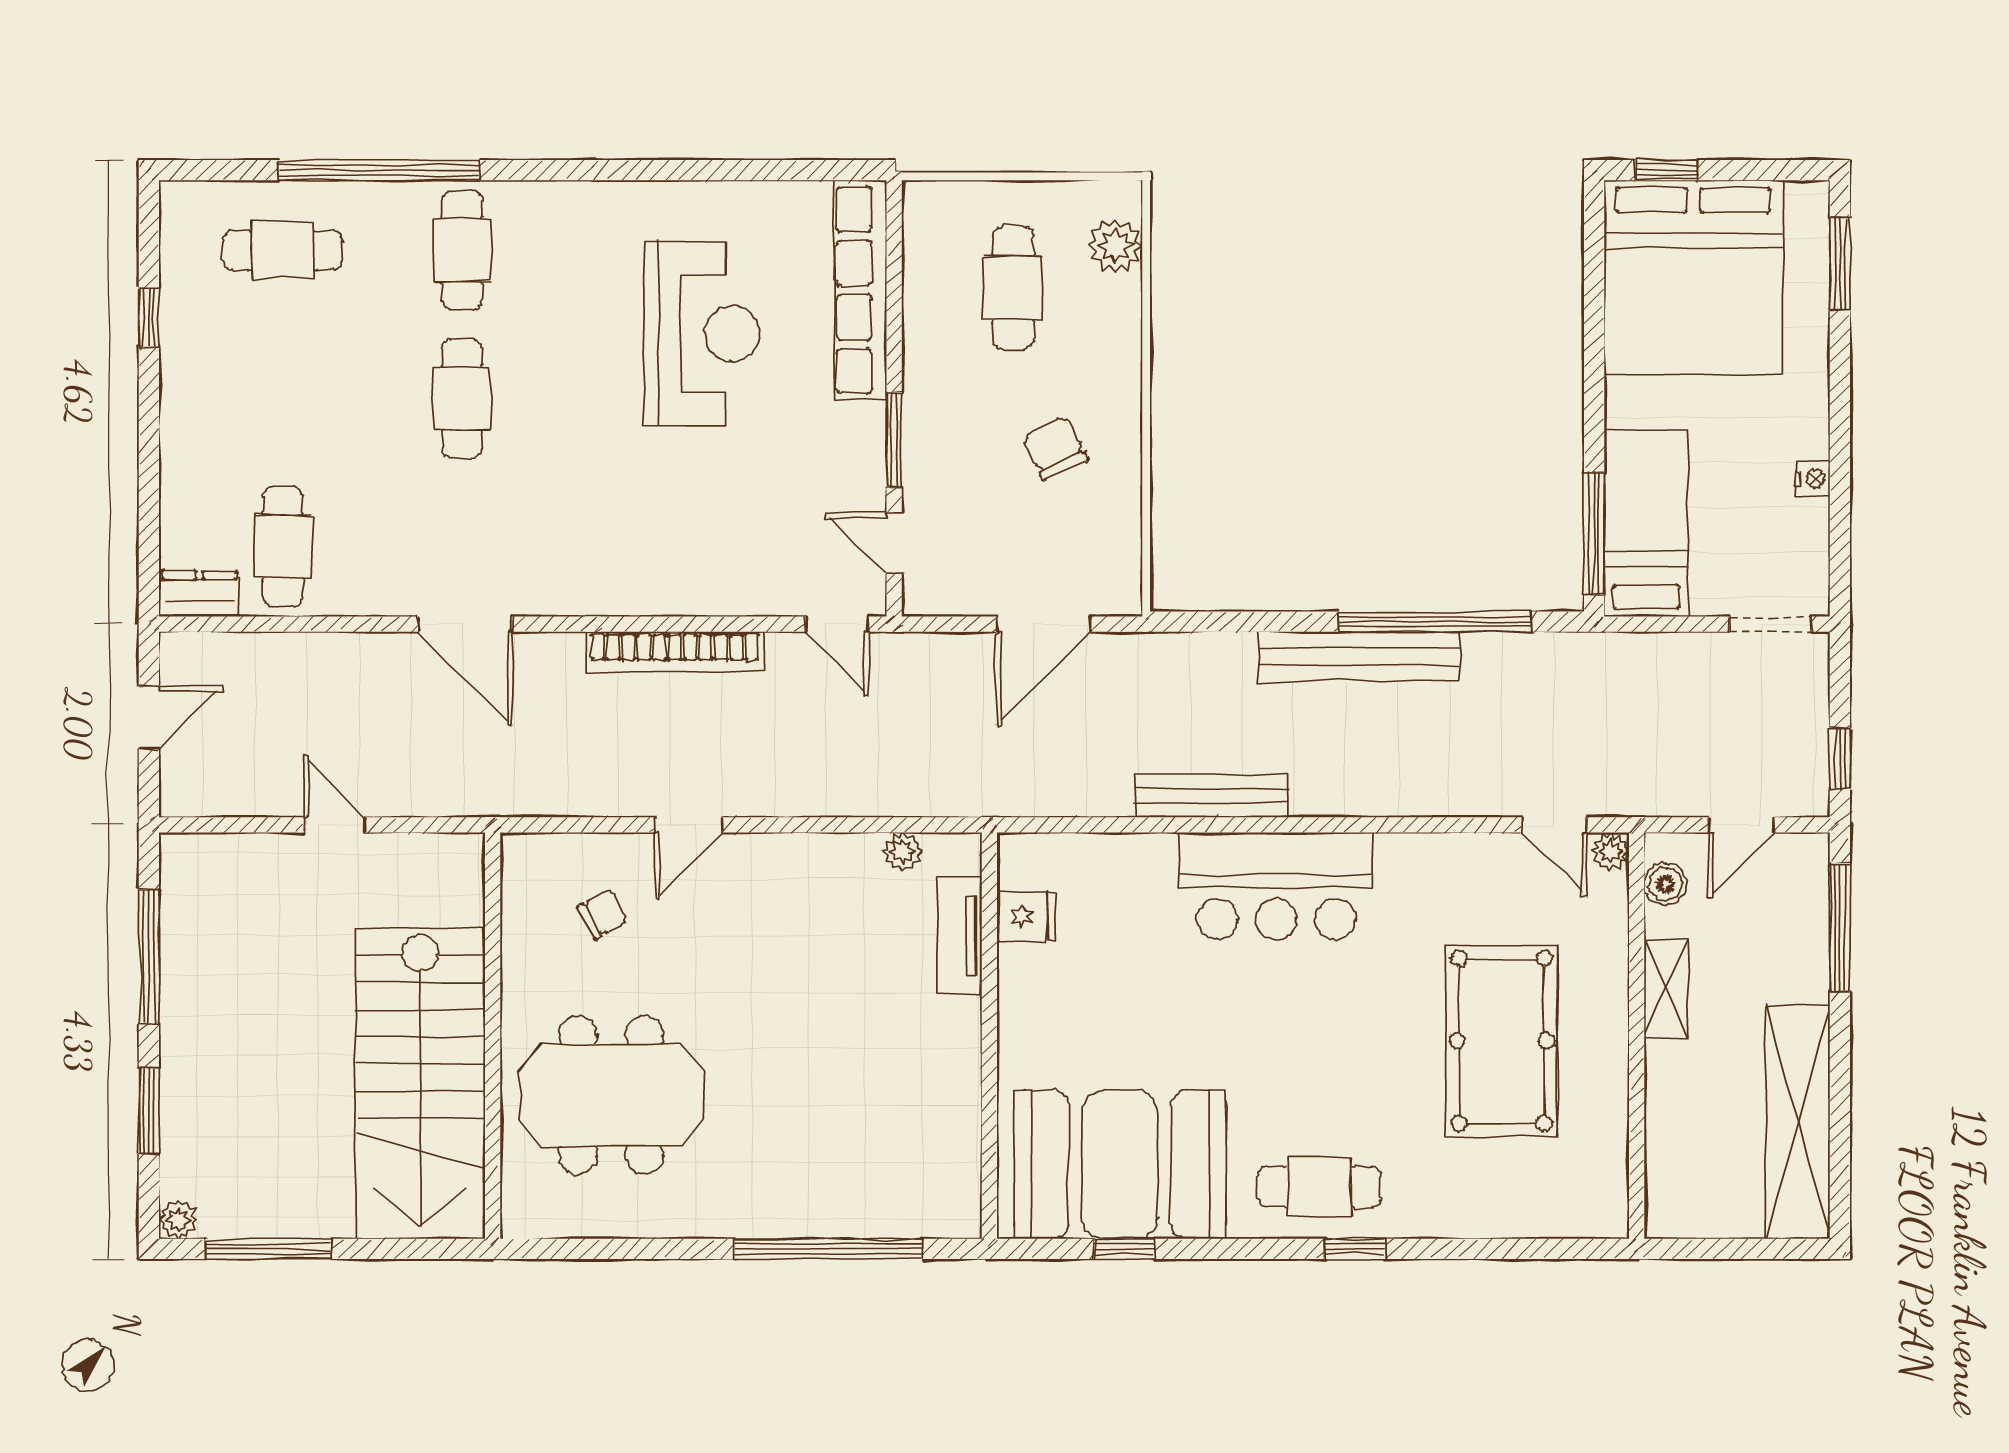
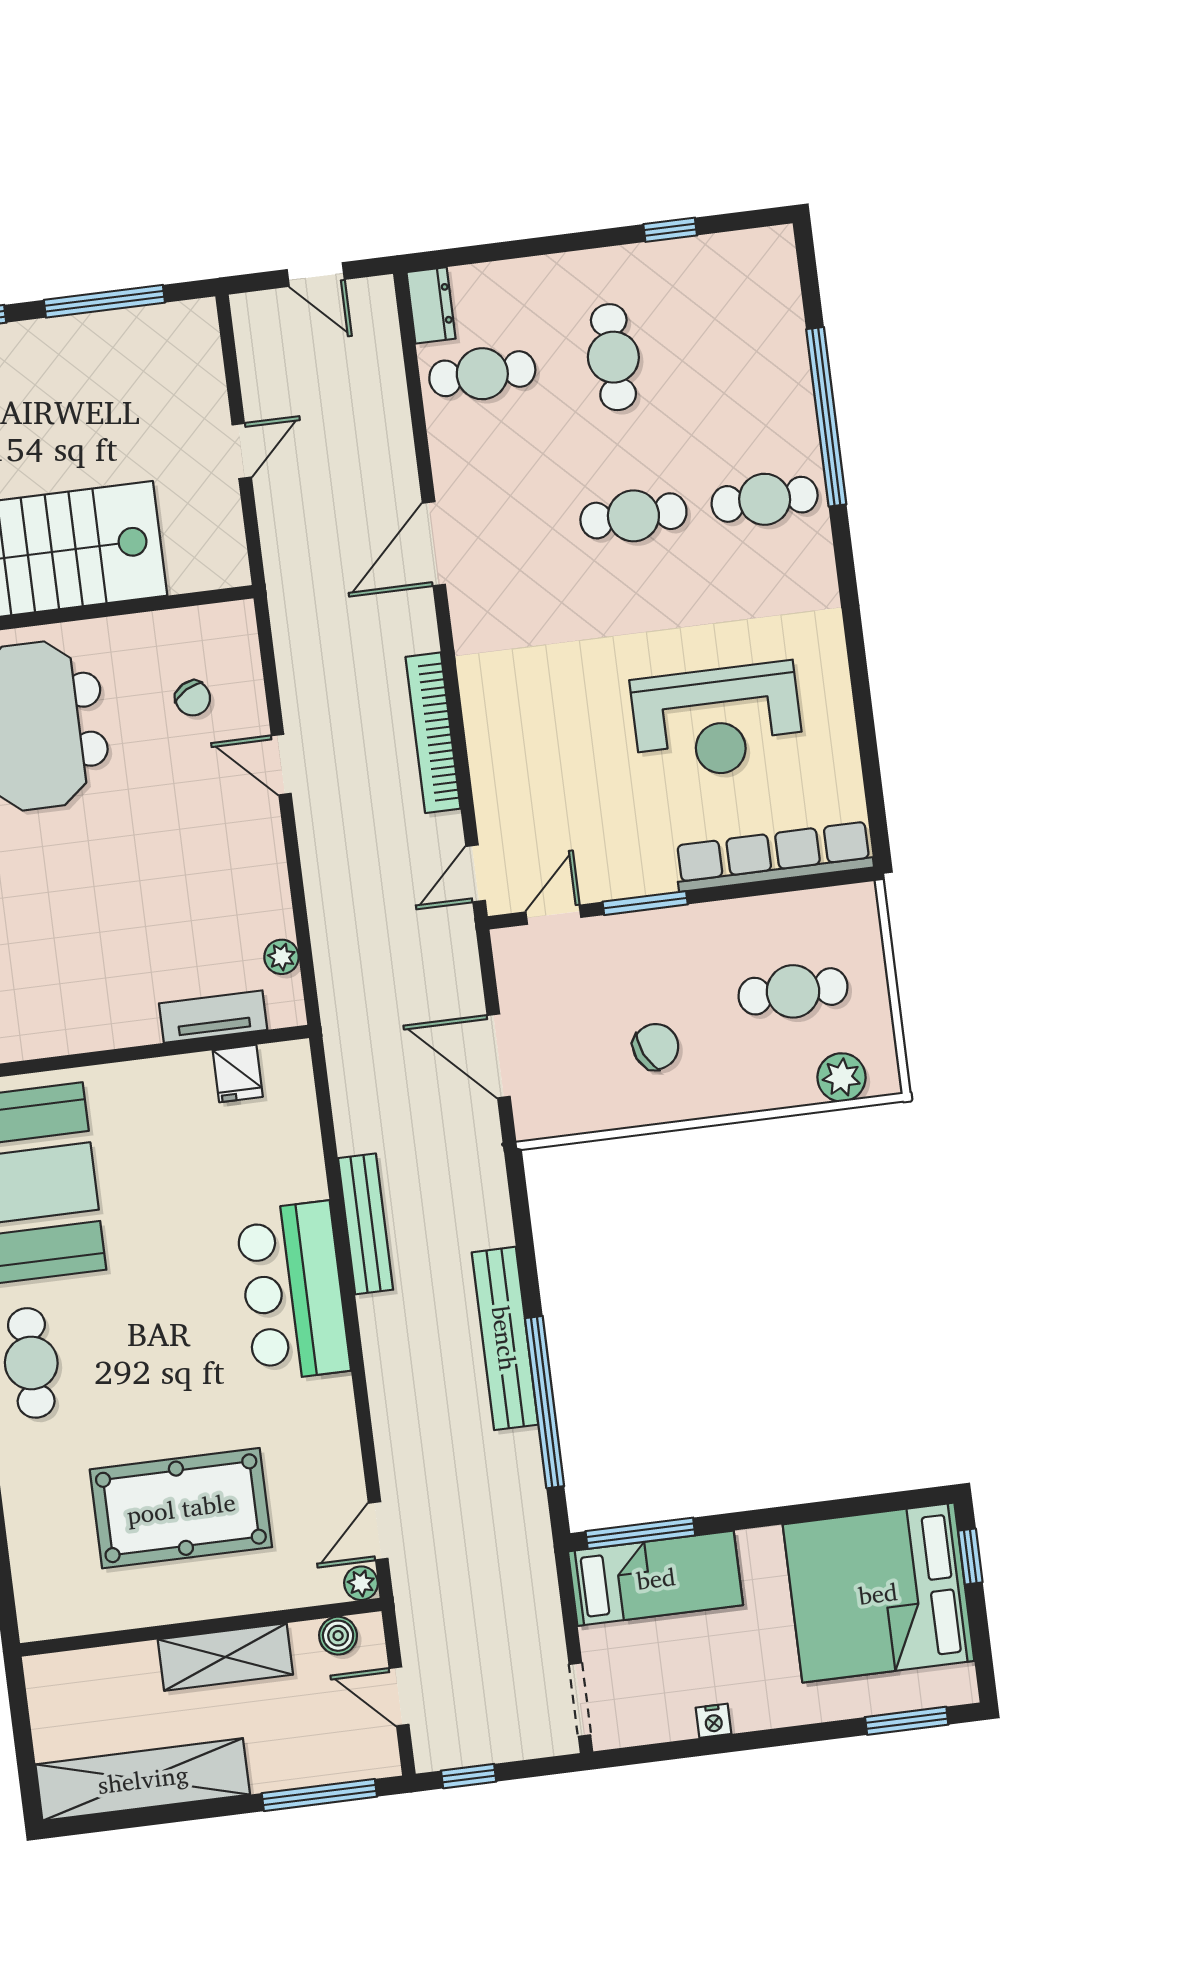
cafe table: (283, 250) -> (613, 357), moved
shelving: (1666, 988) -> (225, 1657), width x1.50, depth x1.33

